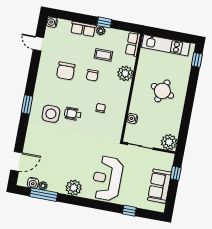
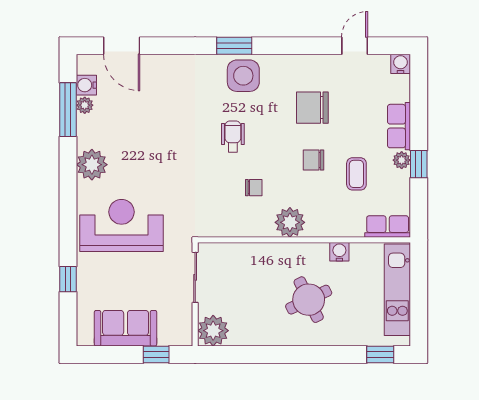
plant: (125, 73) -> (290, 222), moved
round table: (162, 91) -> (309, 300), turned 45
side table: (51, 114) -> (243, 76), moved
water cooler: (132, 119) -> (339, 252), moved

